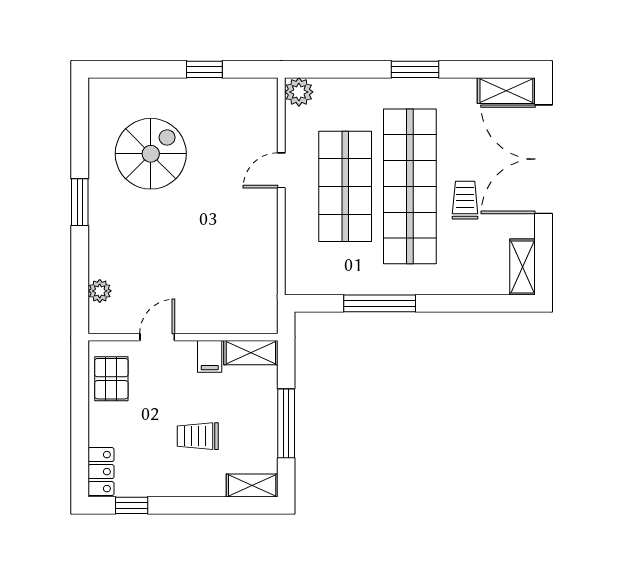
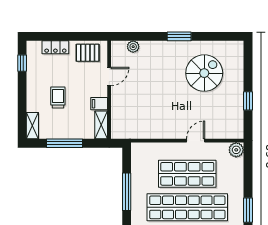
spiral stairs: (151, 154) -> (204, 73), turned -90
door: (281, 170) -> (196, 141), hinge flipped
door: (157, 337) -> (109, 76), hinge flipped
locker: (101, 472) -> (55, 47), moved

